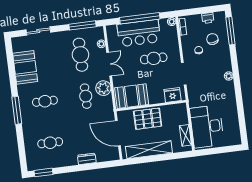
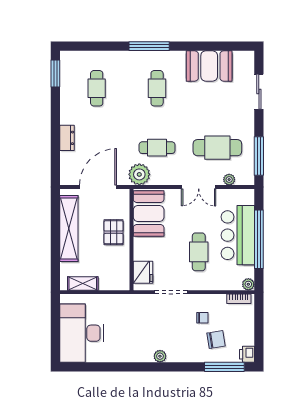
printer: (208, 18) -> (247, 354), moved
plant: (103, 88) -> (139, 174), moved
pallet: (148, 119) -> (114, 232), width x0.67, depth x0.71
desk: (207, 126) -> (82, 333), moved, turned -90

